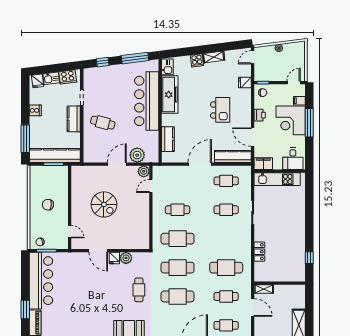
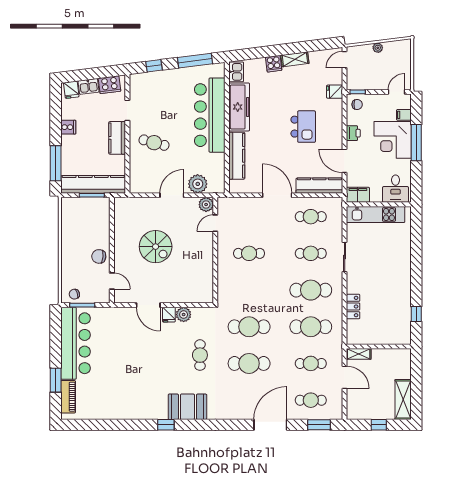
kitchen counter: (168, 139) -> (237, 156), width x1.50
door: (200, 164) -> (277, 195), hinge flipped
chair: (48, 205) -> (99, 256), moved
cafe table: (178, 239) -> (311, 290), moved

